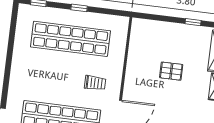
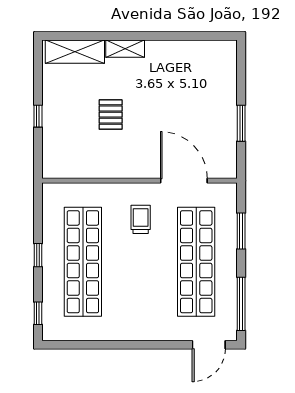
window: (193, 22) -> (38, 116), moved

